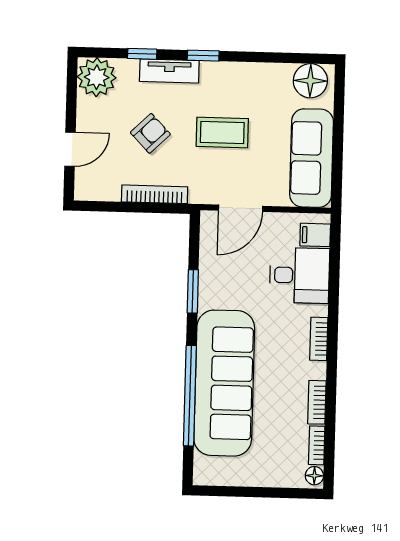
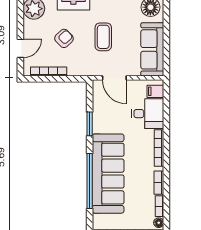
coffee table: (222, 132) -> (103, 37), turned 90
bookcase: (155, 194) -> (49, 72), moved
door: (241, 208) -> (114, 78), hinge flipped
bookcase: (319, 339) -> (159, 148), width x1.56

